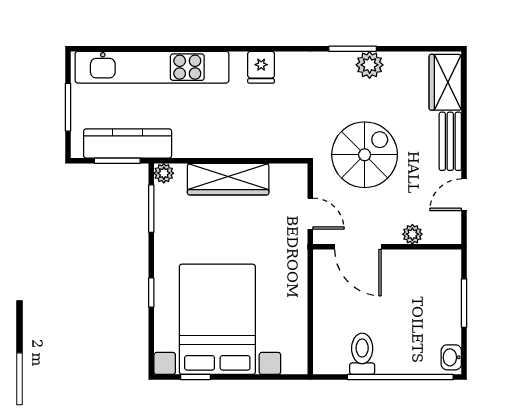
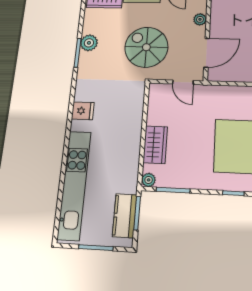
kitchen counter: (128, 143) -> (125, 216), width x0.67
wardrobe: (228, 179) -> (155, 145), width x0.67
door: (310, 214) -> (183, 82), swing flipped

